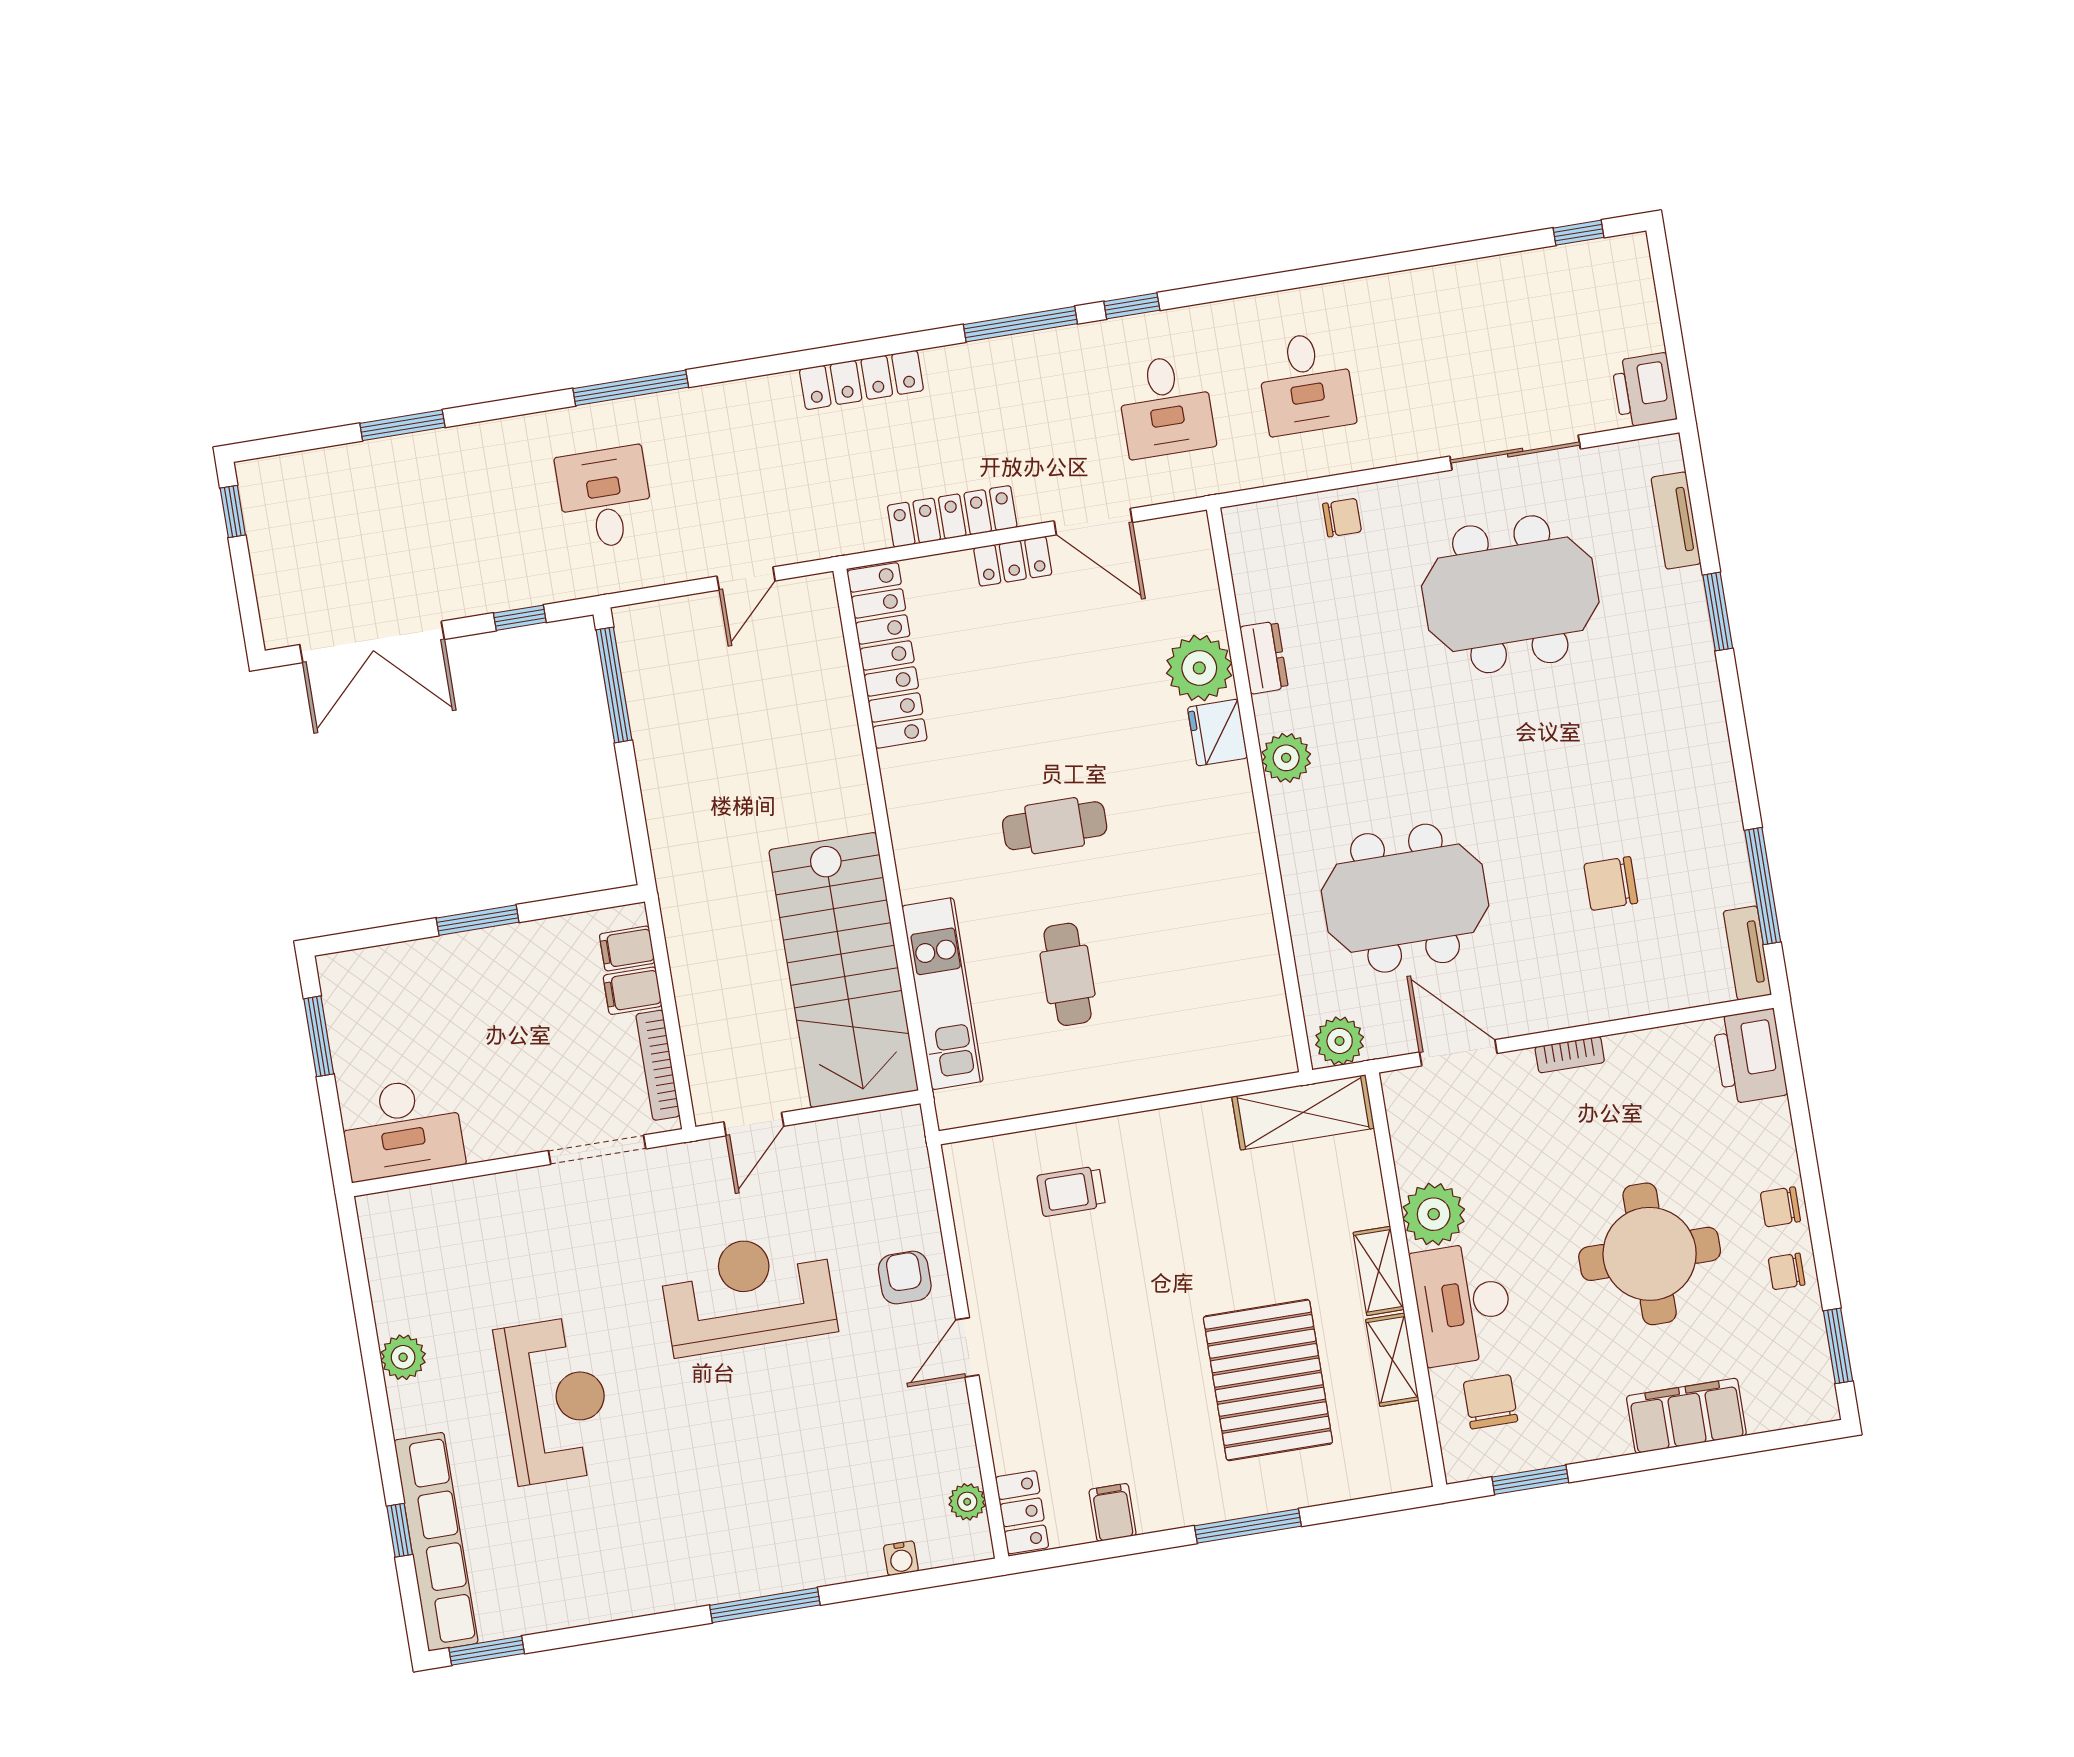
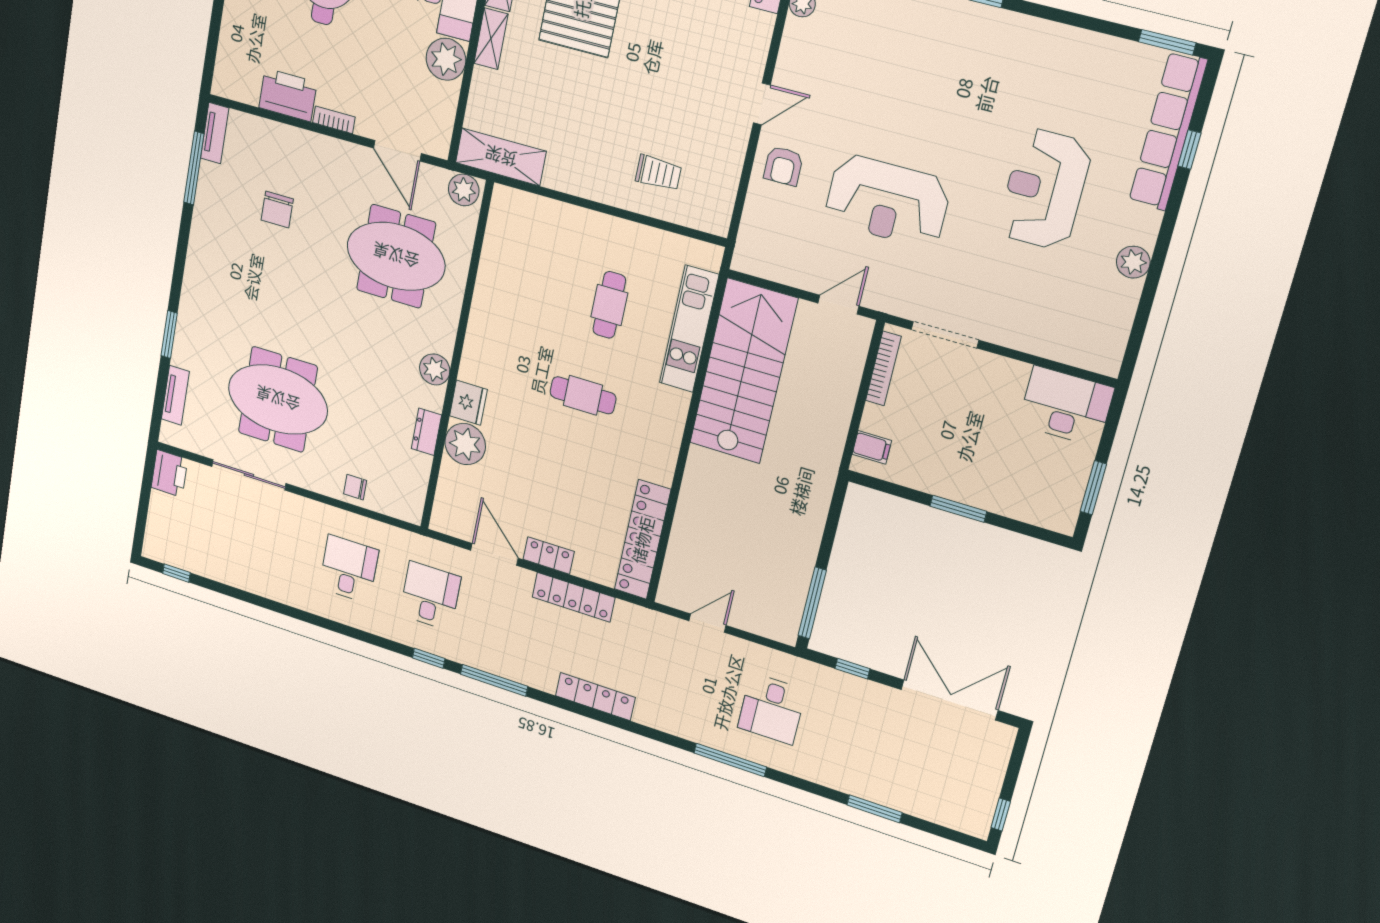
chair: (1611, 883) -> (277, 210), turned 90
filing cabinet: (633, 991) -> (880, 421), removed
printer: (1750, 1056) -> (288, 95), moved, turned -90

